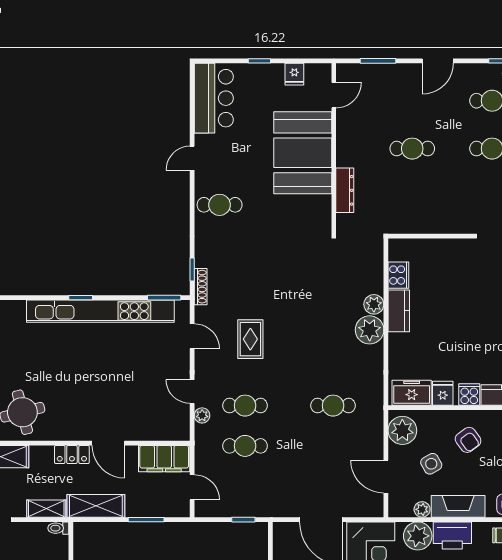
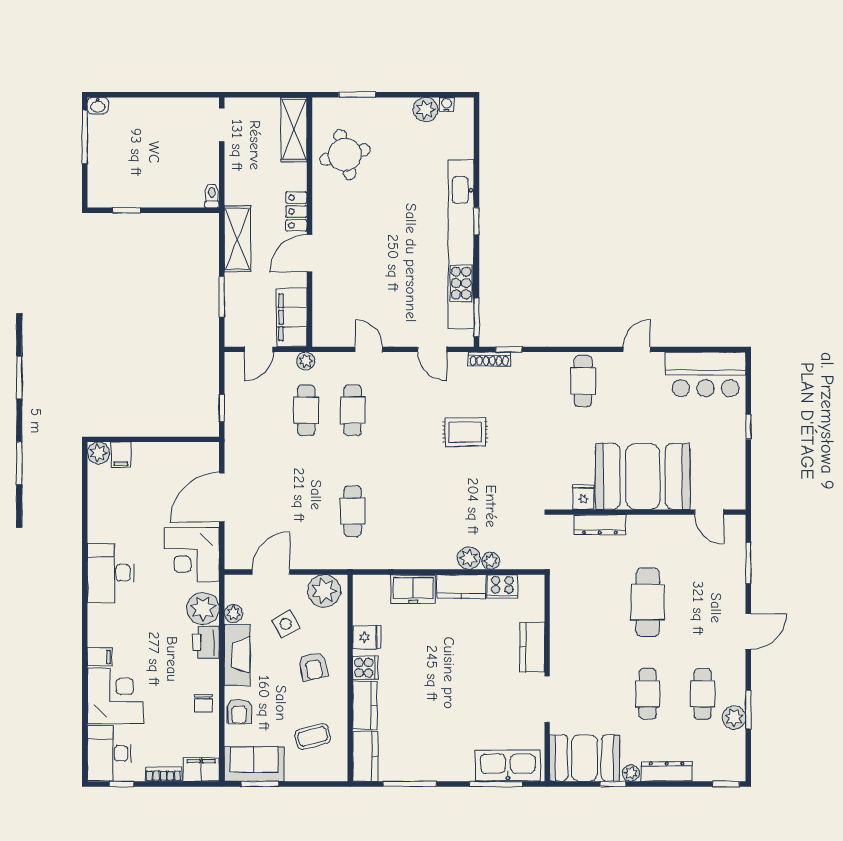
door: (438, 61) -> (748, 631), swing flipped
fridge: (294, 74) -> (583, 497), moved, turned 90
cafe table: (412, 149) -> (648, 602), width x1.37, depth x1.35
door: (192, 158) -> (637, 349), hinge flipped
kitchen counter: (451, 249) -> (532, 647), added
plant: (370, 330) -> (491, 561), moved, width x0.53, depth x0.53
door: (192, 336) -> (432, 349), hinge flipped
rug: (250, 339) -> (465, 432), moved
door: (192, 391) -> (369, 349), hinge flipped
freezer: (412, 393) -> (413, 589), moved, turned 90
plant: (202, 415) -> (306, 361), moved
armchair: (468, 440) -> (313, 666), turned -65
shelving: (46, 509) -> (234, 182), removed
printer: (452, 535) -> (206, 642), width x0.73, depth x0.84

